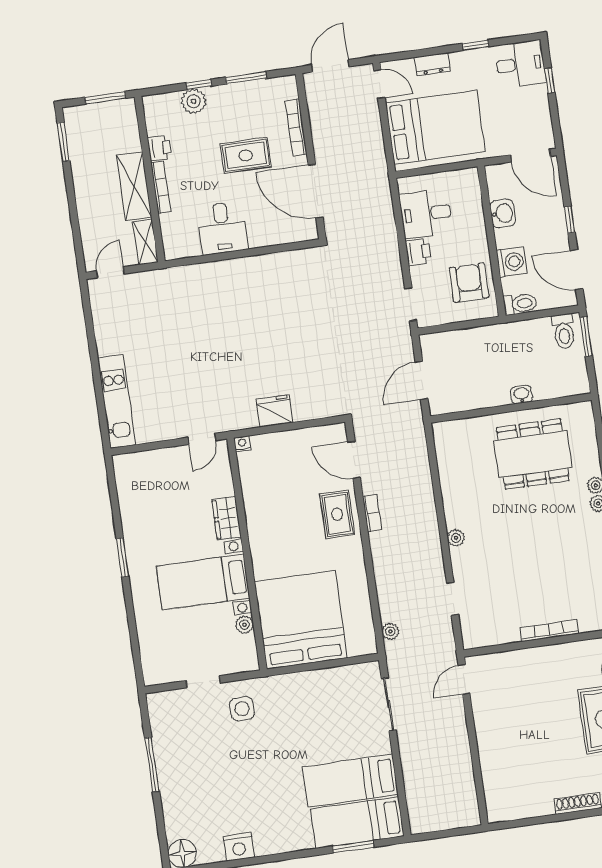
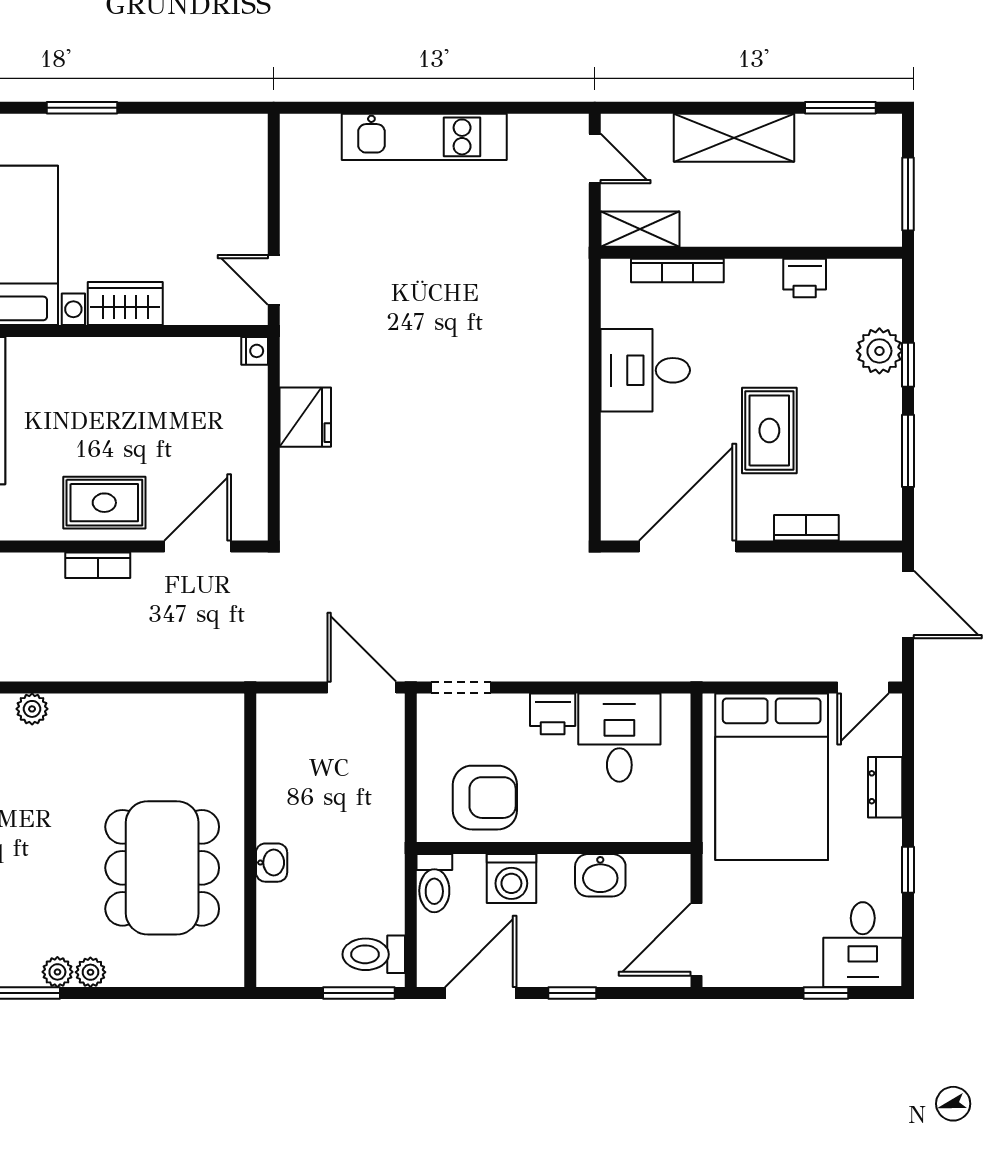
bookcase: (296, 128) -> (806, 528), width x0.64
shelving: (134, 186) -> (734, 138), moved
bookcase: (161, 187) -> (677, 270), moved
door: (421, 380) -> (362, 687), moved
kitchen unit: (117, 401) -> (424, 137), moved

